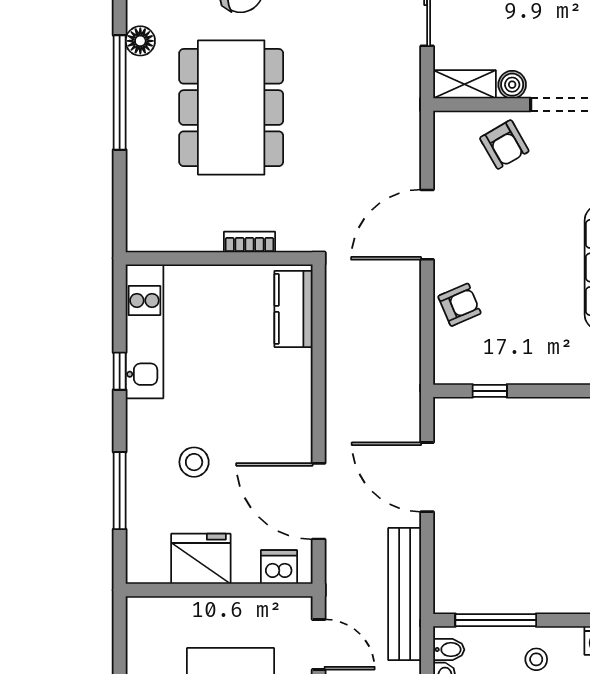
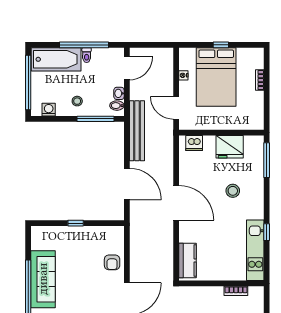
bookcase: (250, 242) -> (236, 291), moved
armchair: (460, 305) -> (112, 262), turned -67
window: (490, 391) -> (76, 223), moved
window: (120, 491) -> (267, 160), moved
door: (319, 501) -> (176, 203), moved

